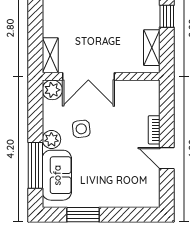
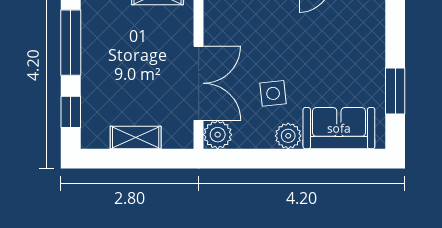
shelving: (50, 55) -> (136, 137), moved
window: (35, 165) -> (325, 159), removed

